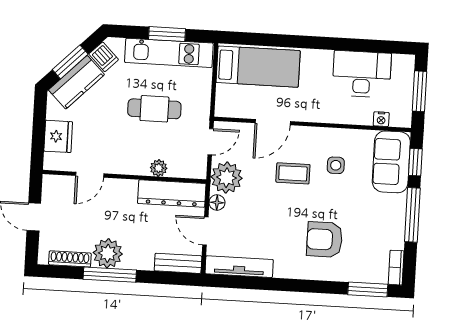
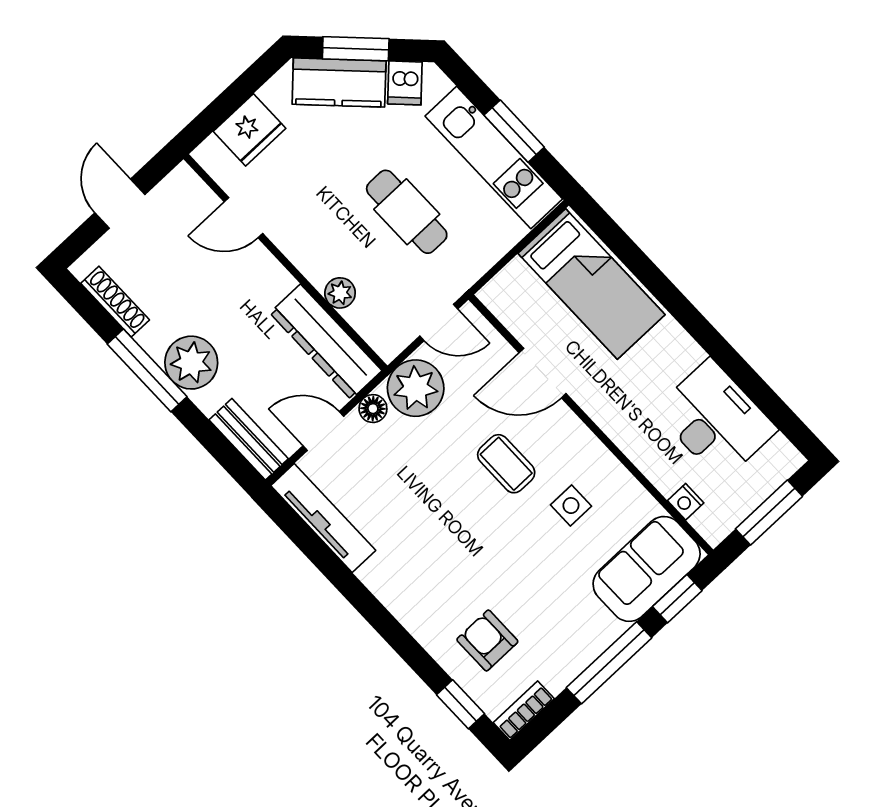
door: (205, 231) -> (323, 431), hinge flipped
armchair: (324, 240) -> (487, 641), moved, width x0.72, depth x0.72
plant: (108, 253) -> (191, 363), moved
window: (368, 290) -> (461, 704), width x0.67

